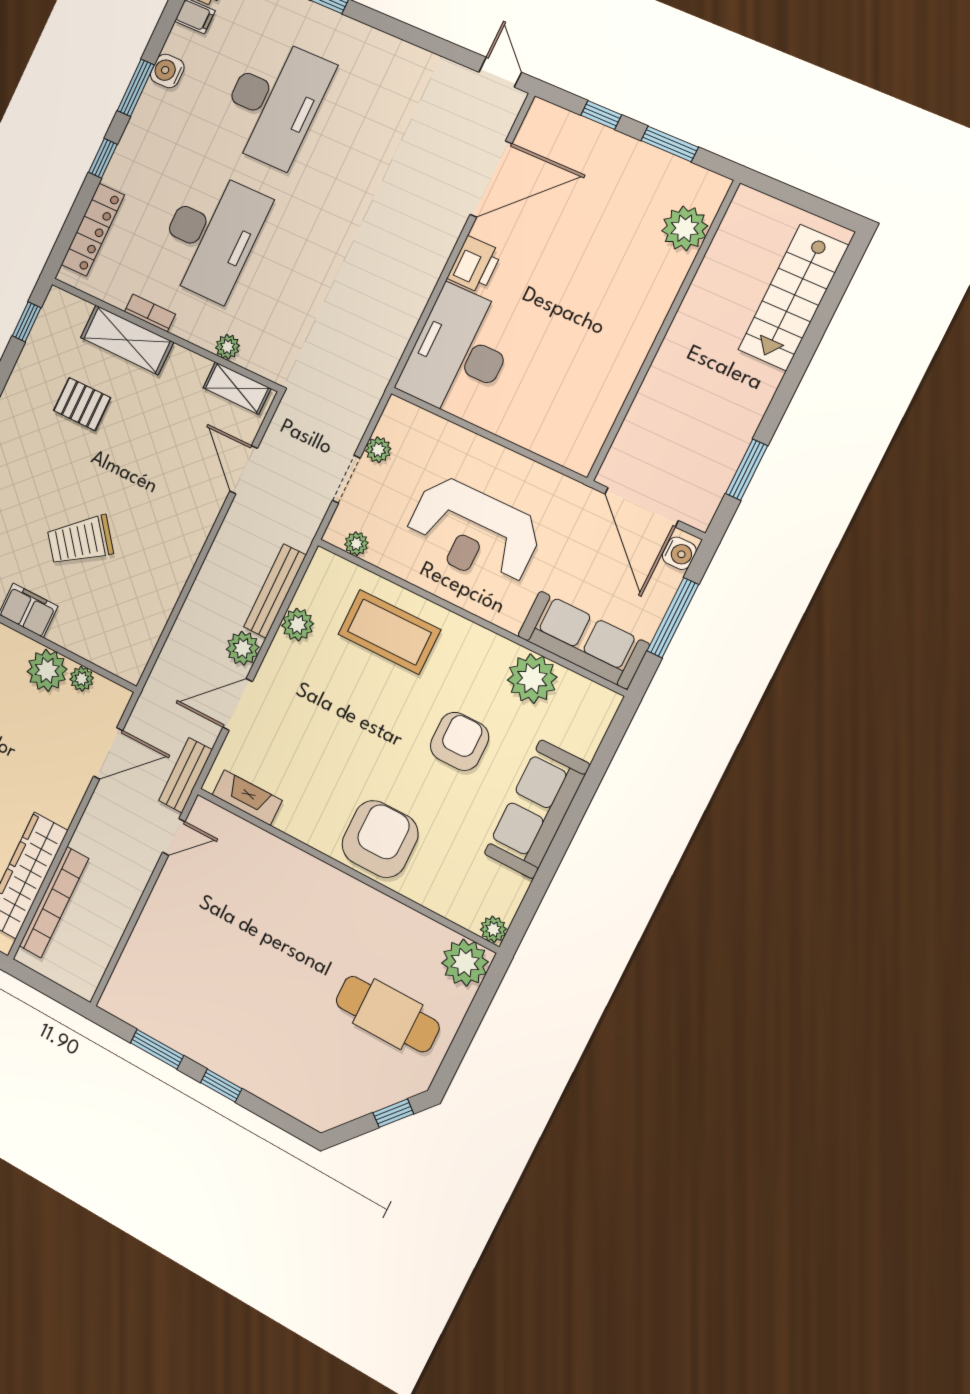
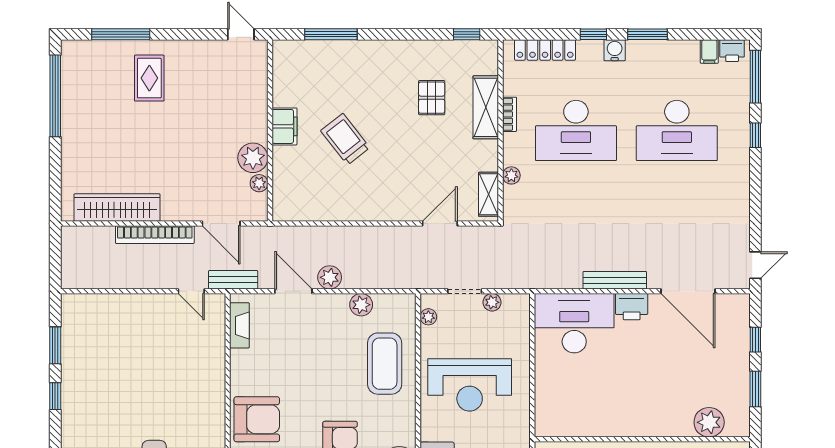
water cooler: (167, 71) -> (615, 50), moved
reception desk: (473, 532) -> (470, 385), turned -90
bench: (275, 591) -> (615, 280), moved
bookcase: (54, 902) -> (155, 235), moved

